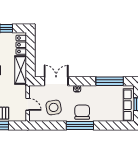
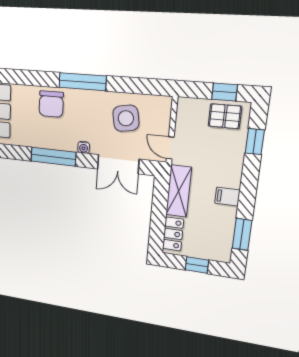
window: (110, 81) -> (53, 157), moved
door: (28, 104) -> (170, 148), moved
chair: (82, 112) -> (51, 104), moved

